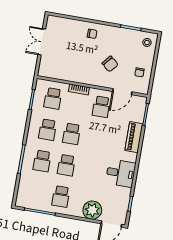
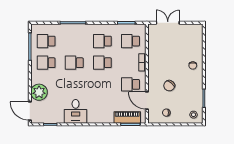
double door: (42, 42) -> (168, 23), moved
piano: (134, 137) -> (127, 117), moved
school desk: (42, 161) -> (46, 41), moved

